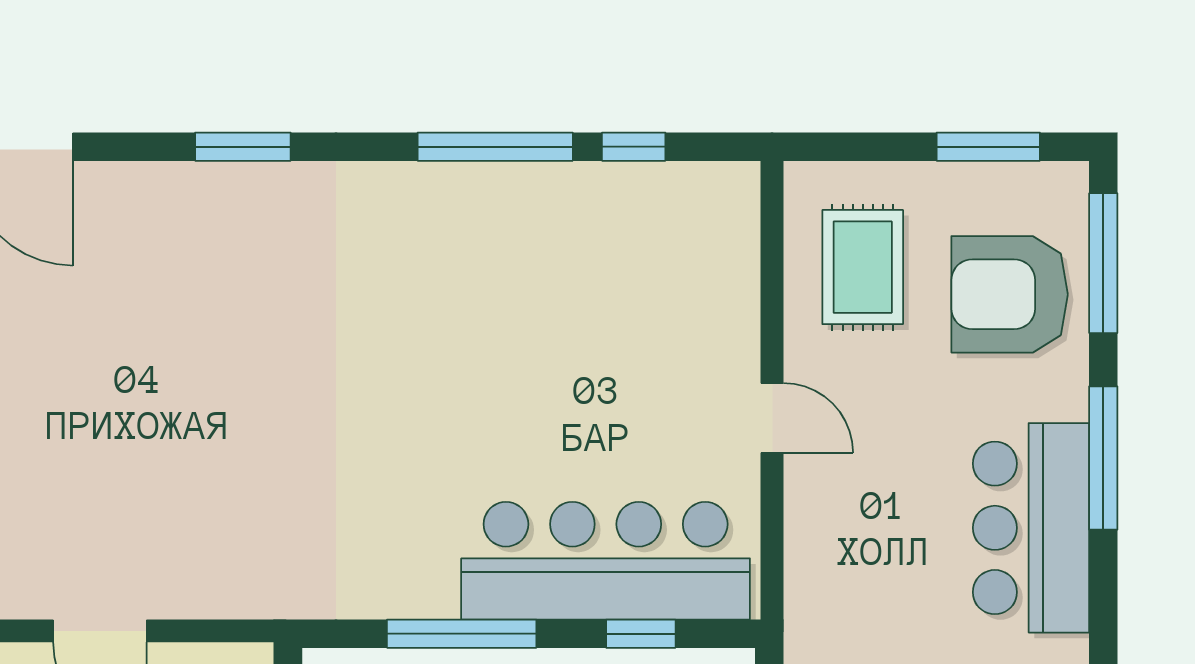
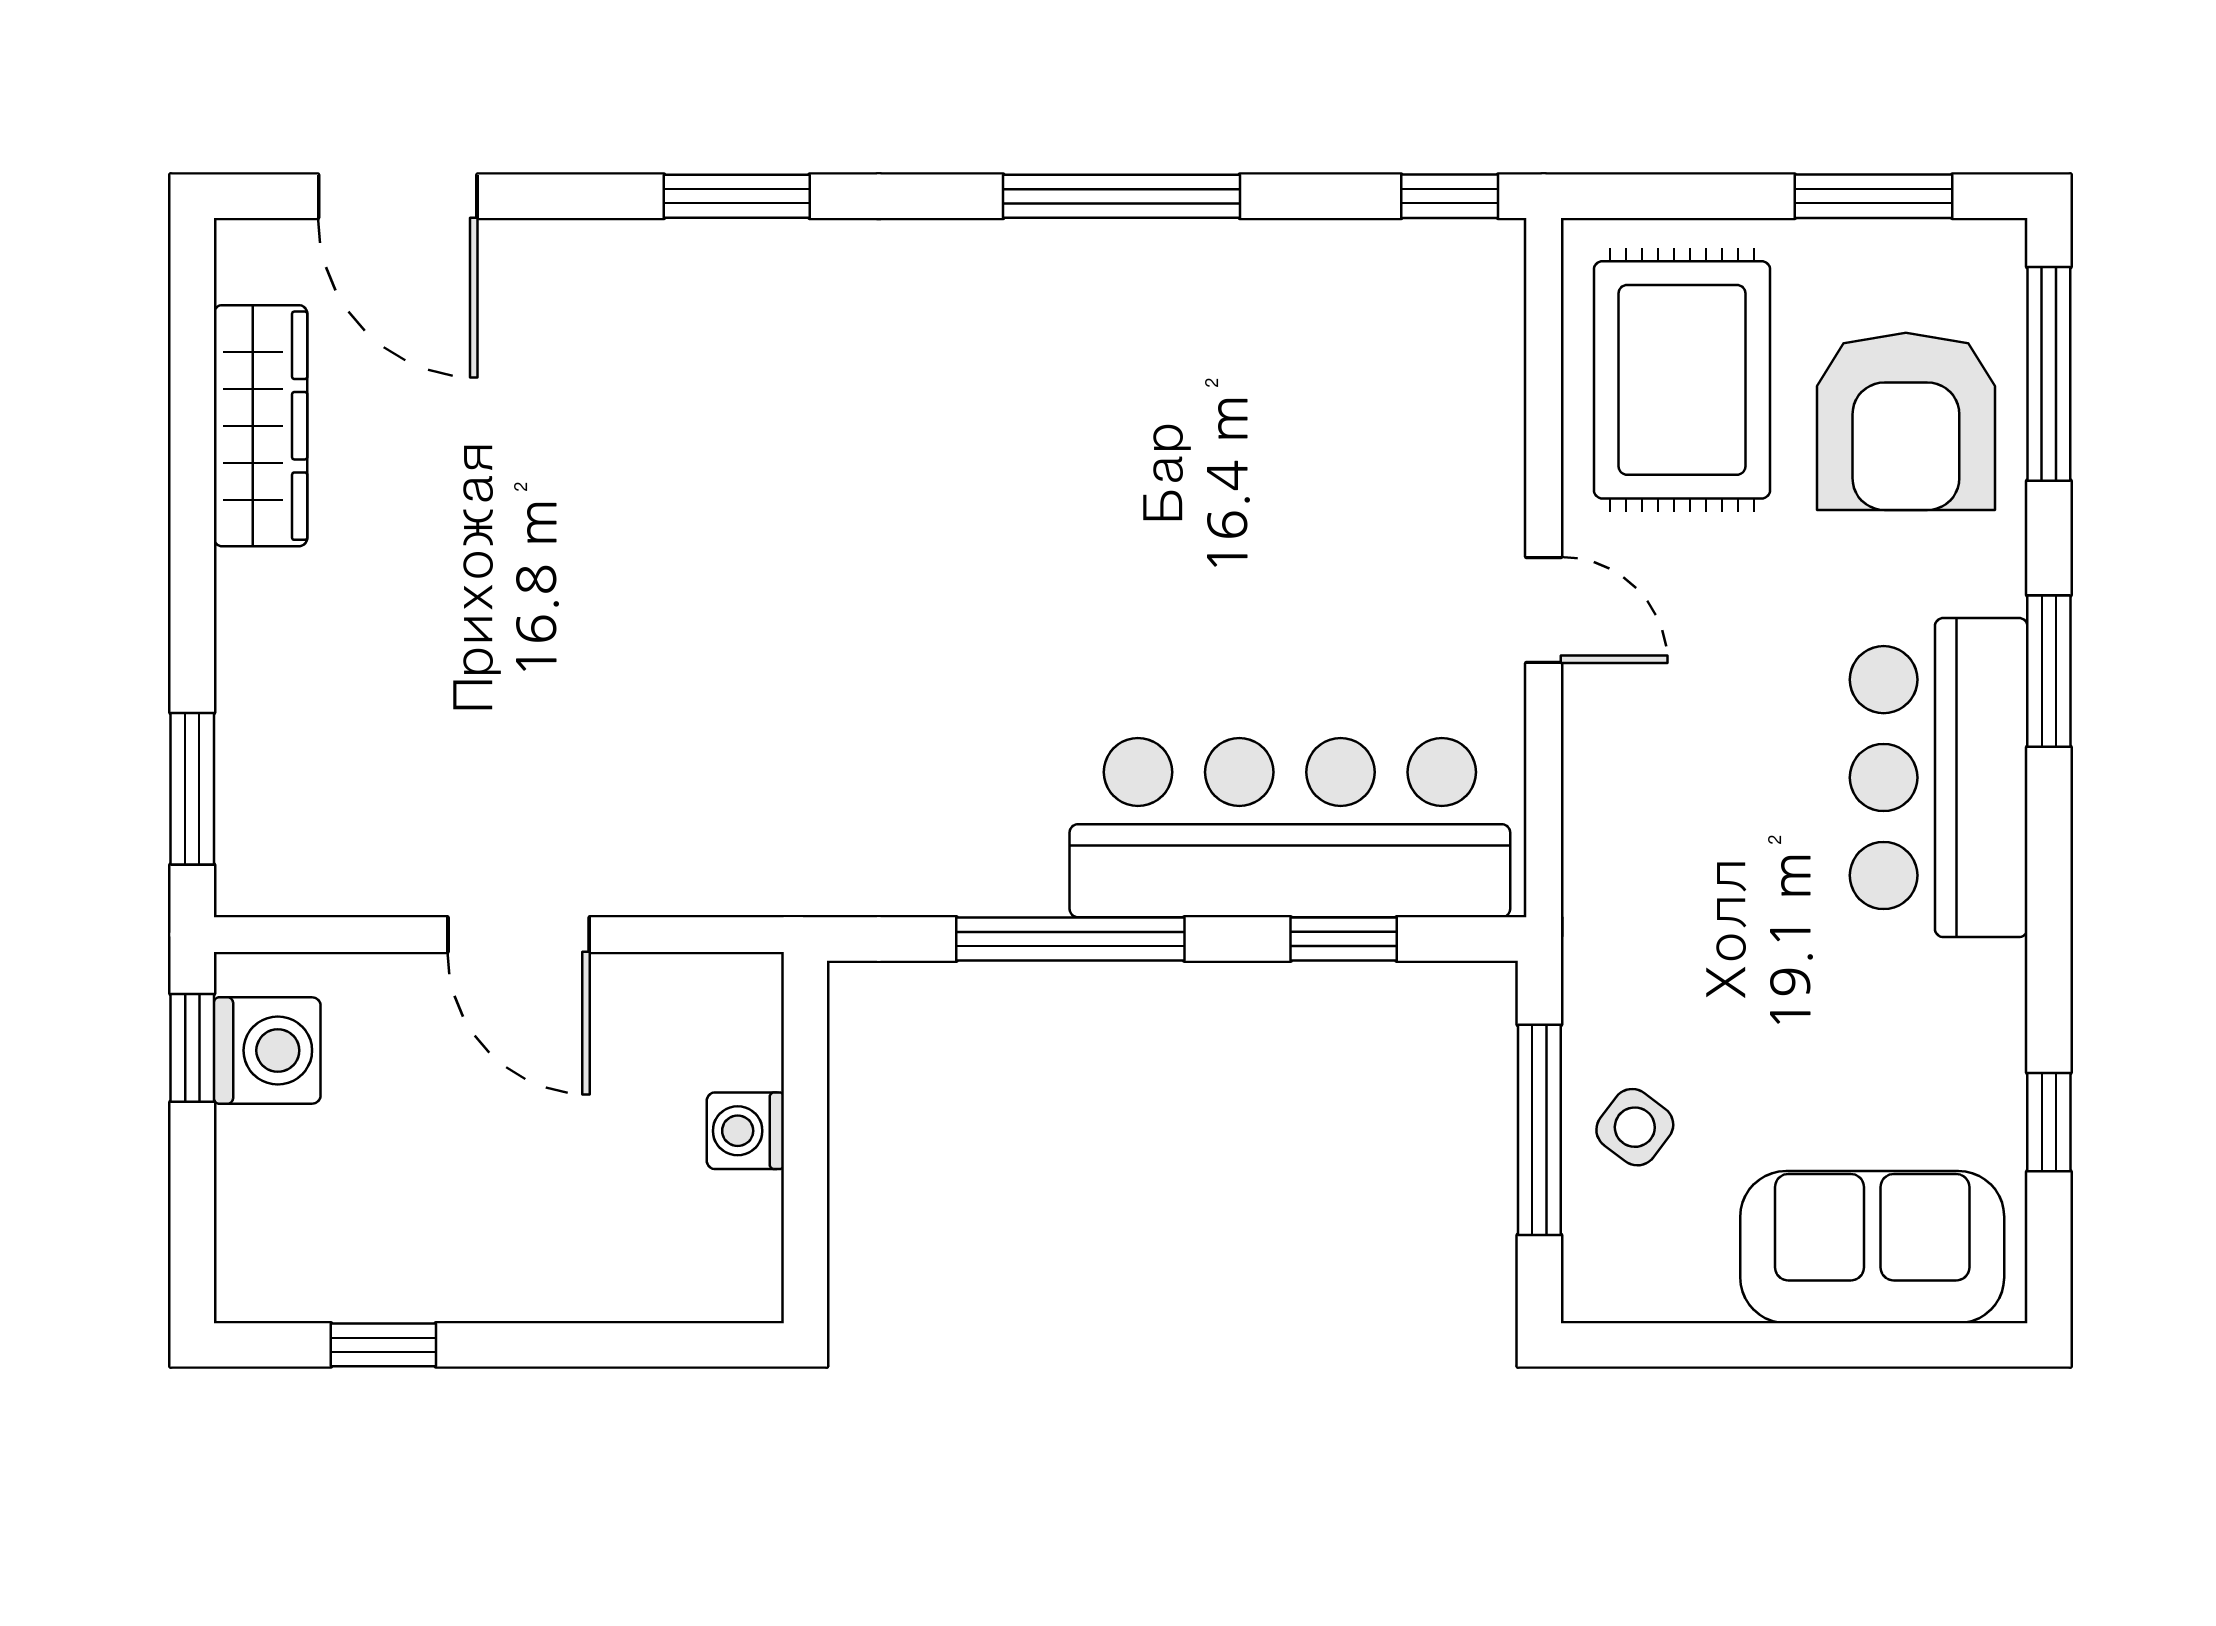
window: (634, 147) -> (1450, 196), moved
rug: (863, 267) -> (1682, 380), width x1.36, depth x1.43
armchair: (1010, 294) -> (1906, 421), turned -90
window: (1103, 458) -> (2049, 671), width x0.69

